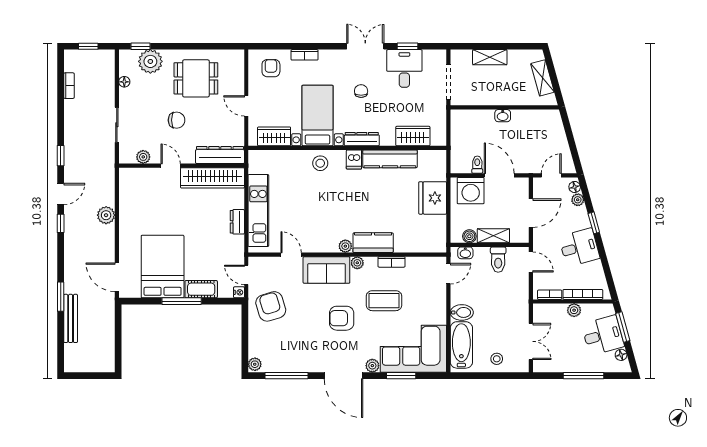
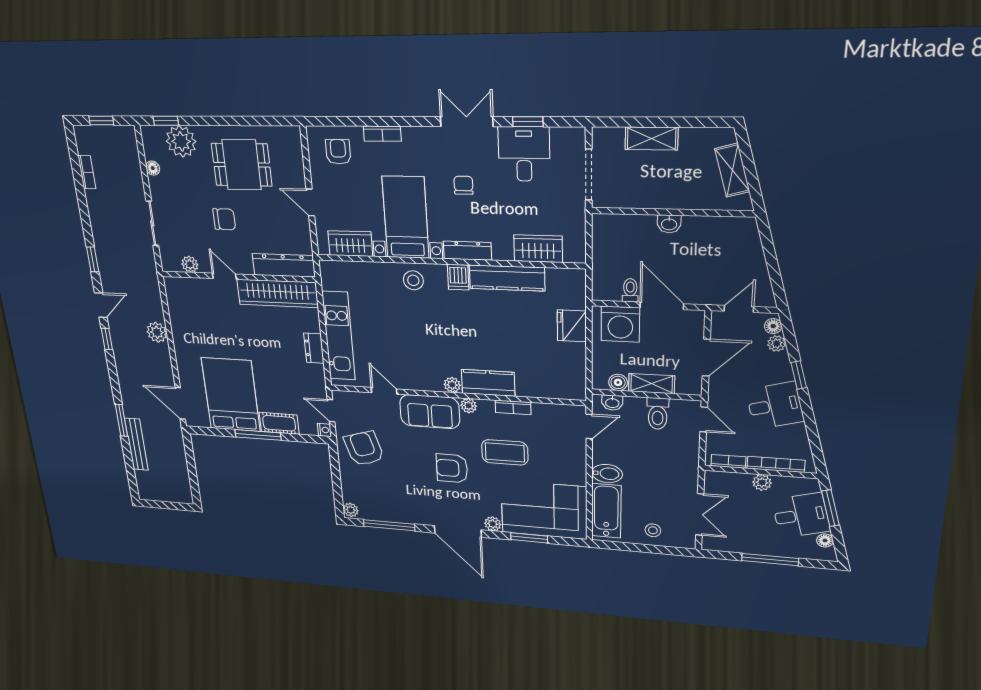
fridge: (433, 198) -> (572, 326), width x0.73, depth x0.75

